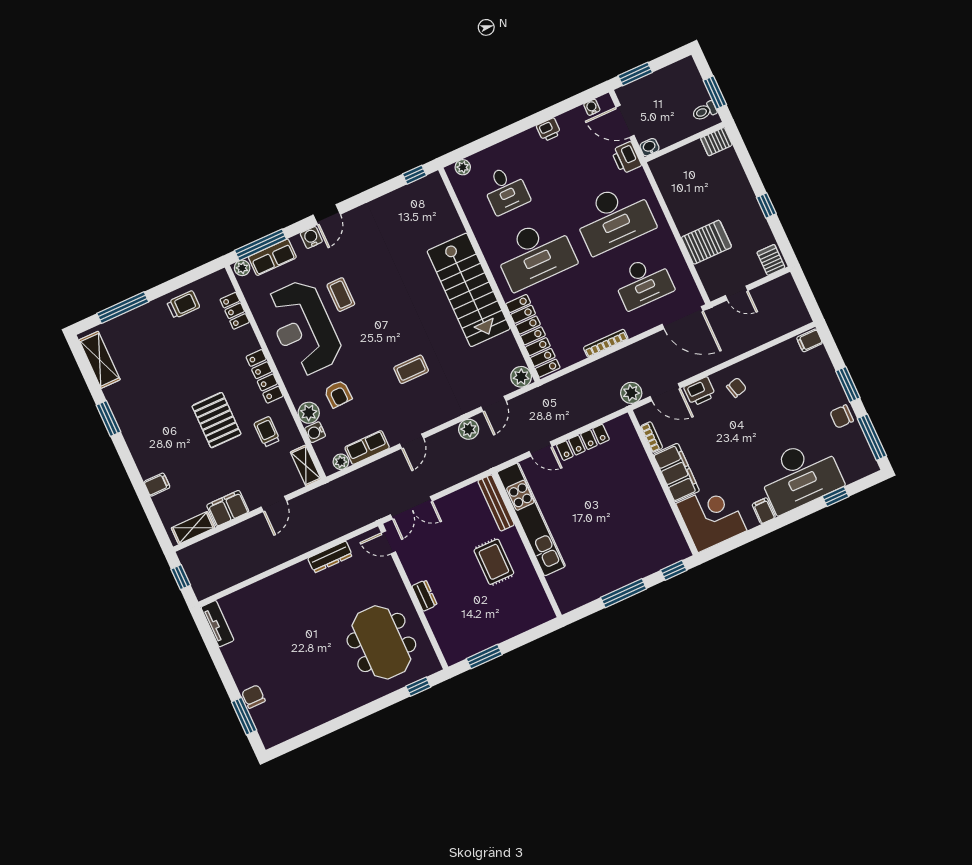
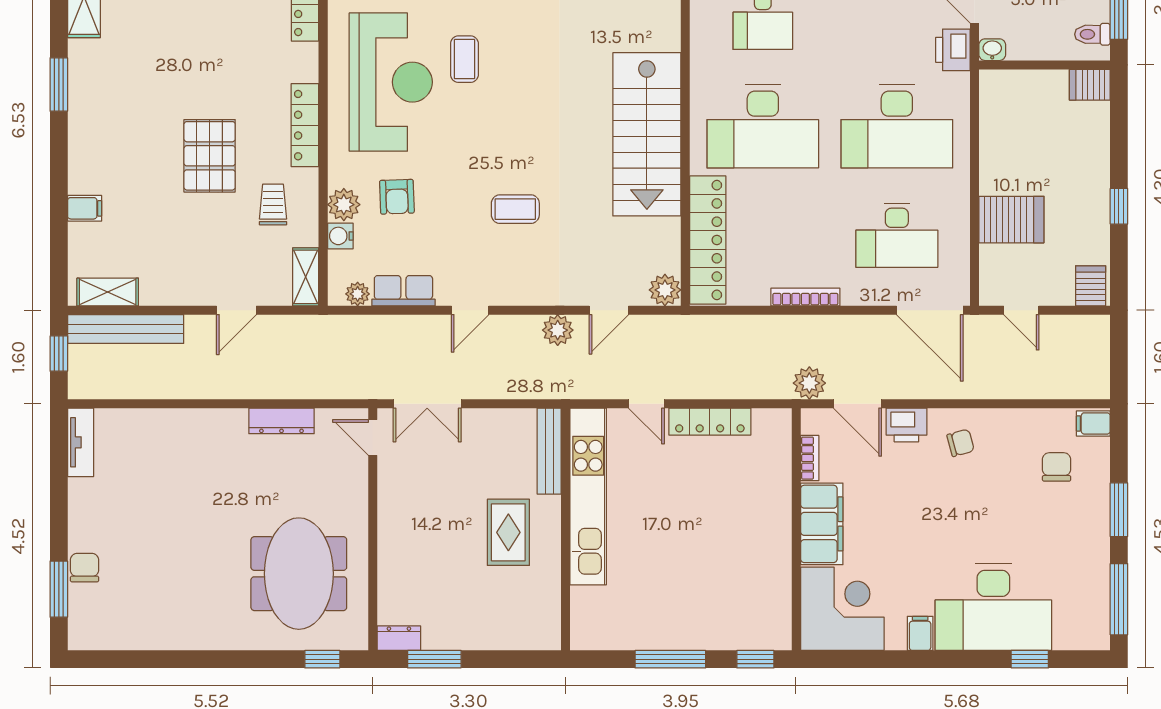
reception desk: (304, 328) -> (391, 82), turned 180
chair: (842, 417) -> (1057, 467), moved, turned 90
filing cabinet: (228, 508) -> (169, 287), removed
bench: (214, 545) -> (126, 329), added
dresser: (425, 595) -> (399, 638), moved, turned -90

